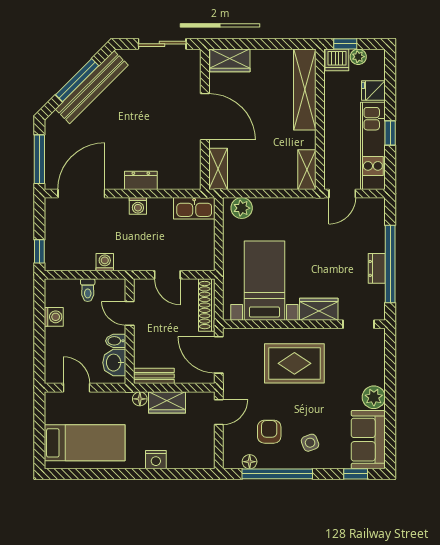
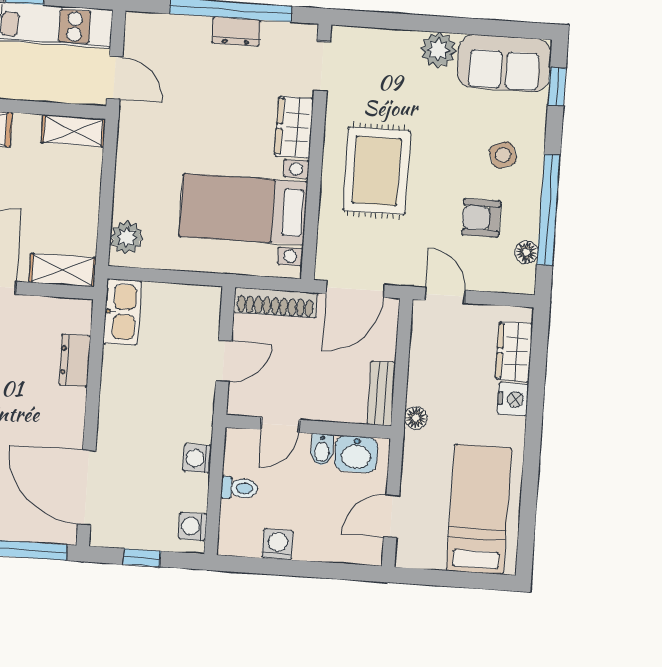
dresser: (141, 180) -> (75, 361), moved
washing machine: (138, 206) -> (193, 526), moved, turned 180
window: (39, 251) -> (142, 558), moved
wardrobe: (167, 402) -> (514, 351), moved, turned 180

